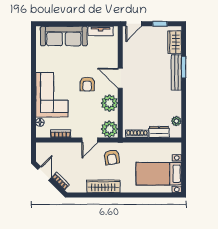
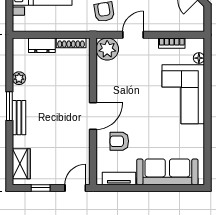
window: (184, 67) -> (9, 106), moved
bench: (176, 72) -> (19, 118), width x0.73
door: (120, 78) -> (93, 116), hinge flipped
armchair: (87, 84) -> (119, 141), moved, turned -90
plant: (109, 103) -> (107, 83), removed
plant: (176, 121) -> (19, 78), moved

